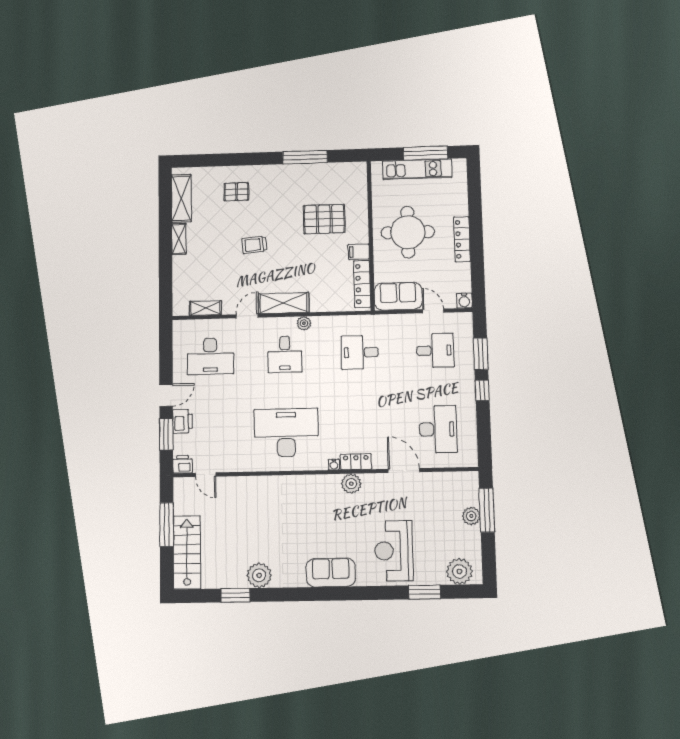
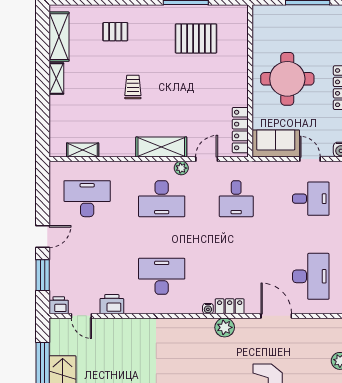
kitchen unit: (417, 169) -> (299, 14), removed
pallet: (324, 219) -> (196, 38), moved
trolley: (254, 245) -> (133, 87), turned 95
filing cabinet: (359, 252) -> (238, 97), removed
door: (247, 316) -> (207, 159), moved
desk: (360, 352) -> (236, 199), turned -90
desk: (285, 354) -> (162, 199), width x1.37
desk: (210, 356) -> (87, 199), turned 180
printer: (183, 421) -> (112, 304), moved, turned -90
desk: (286, 433) -> (162, 276), width x0.73, depth x0.77

